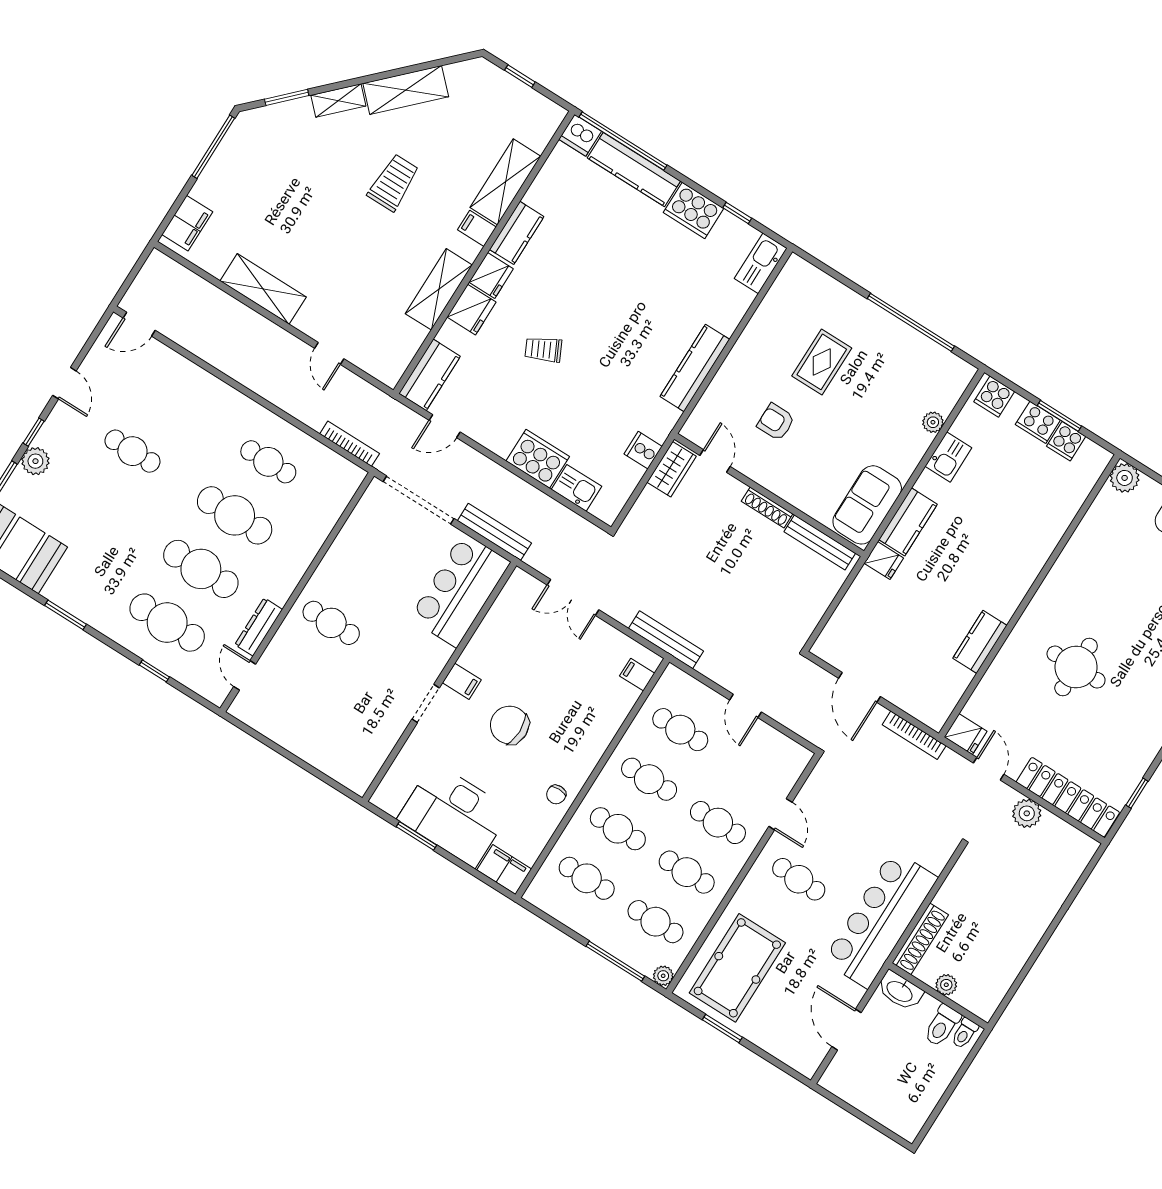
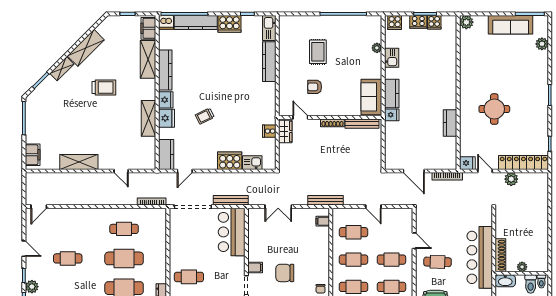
trolley: (393, 183) -> (104, 88), turned 90
filing cabinet: (477, 228) -> (148, 28), moved, width x2.00
kitchen counter: (517, 233) -> (165, 70), width x1.50
kitchen counter: (695, 368) -> (269, 62), moved

